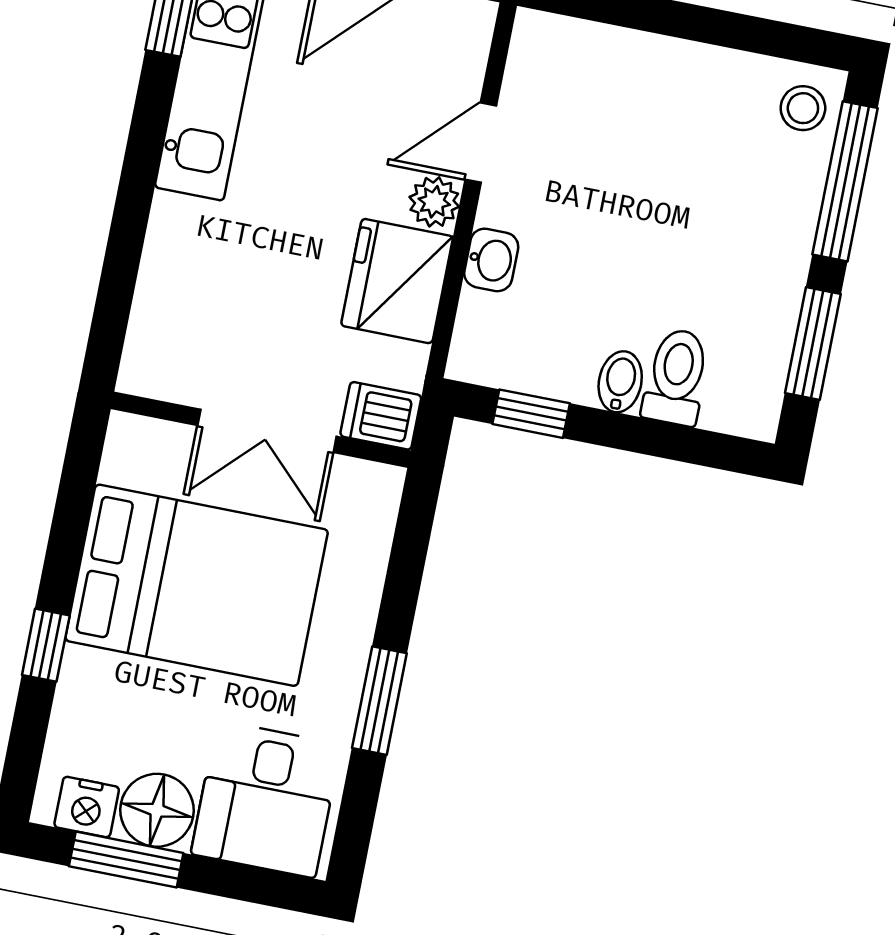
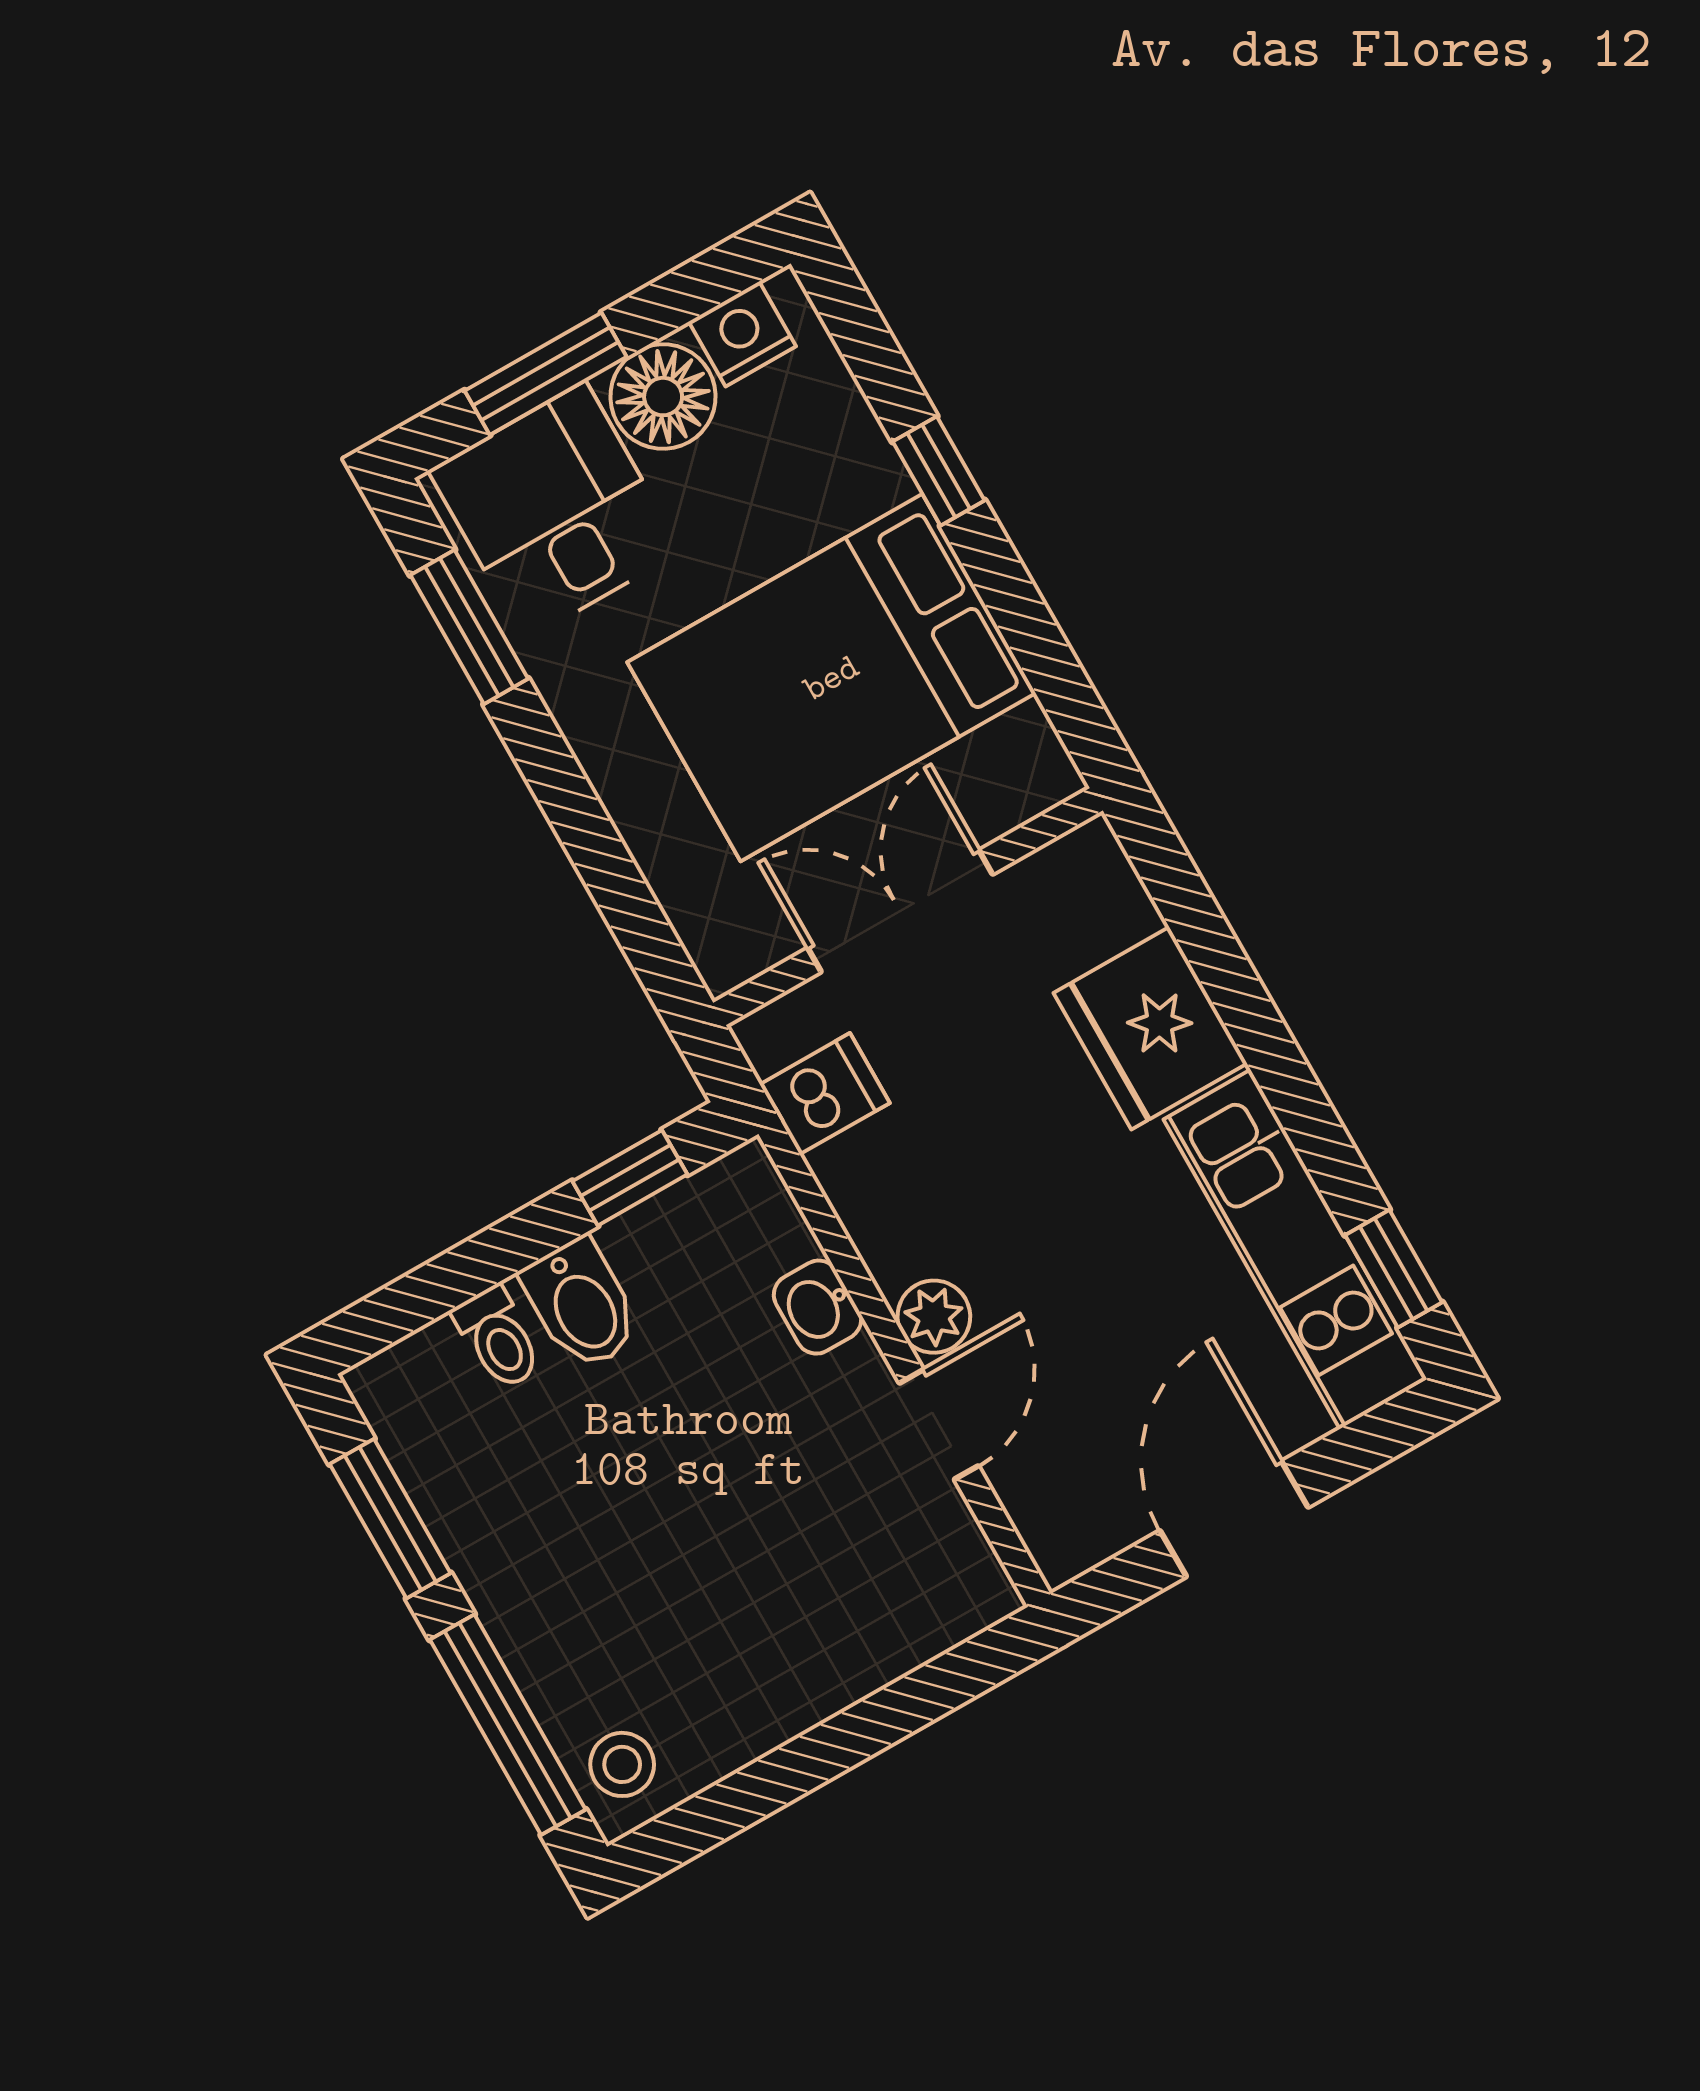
fridge: (397, 281) -> (1150, 1028), moved, turned 180
toilet: (676, 377) -> (498, 1338), width x0.73, depth x0.72
bidet: (620, 382) -> (581, 1304), width x1.38, depth x1.36
dishwasher: (381, 416) -> (825, 1094), moved
window: (379, 701) -> (469, 627), moved
window: (126, 860) -> (546, 374), moved

